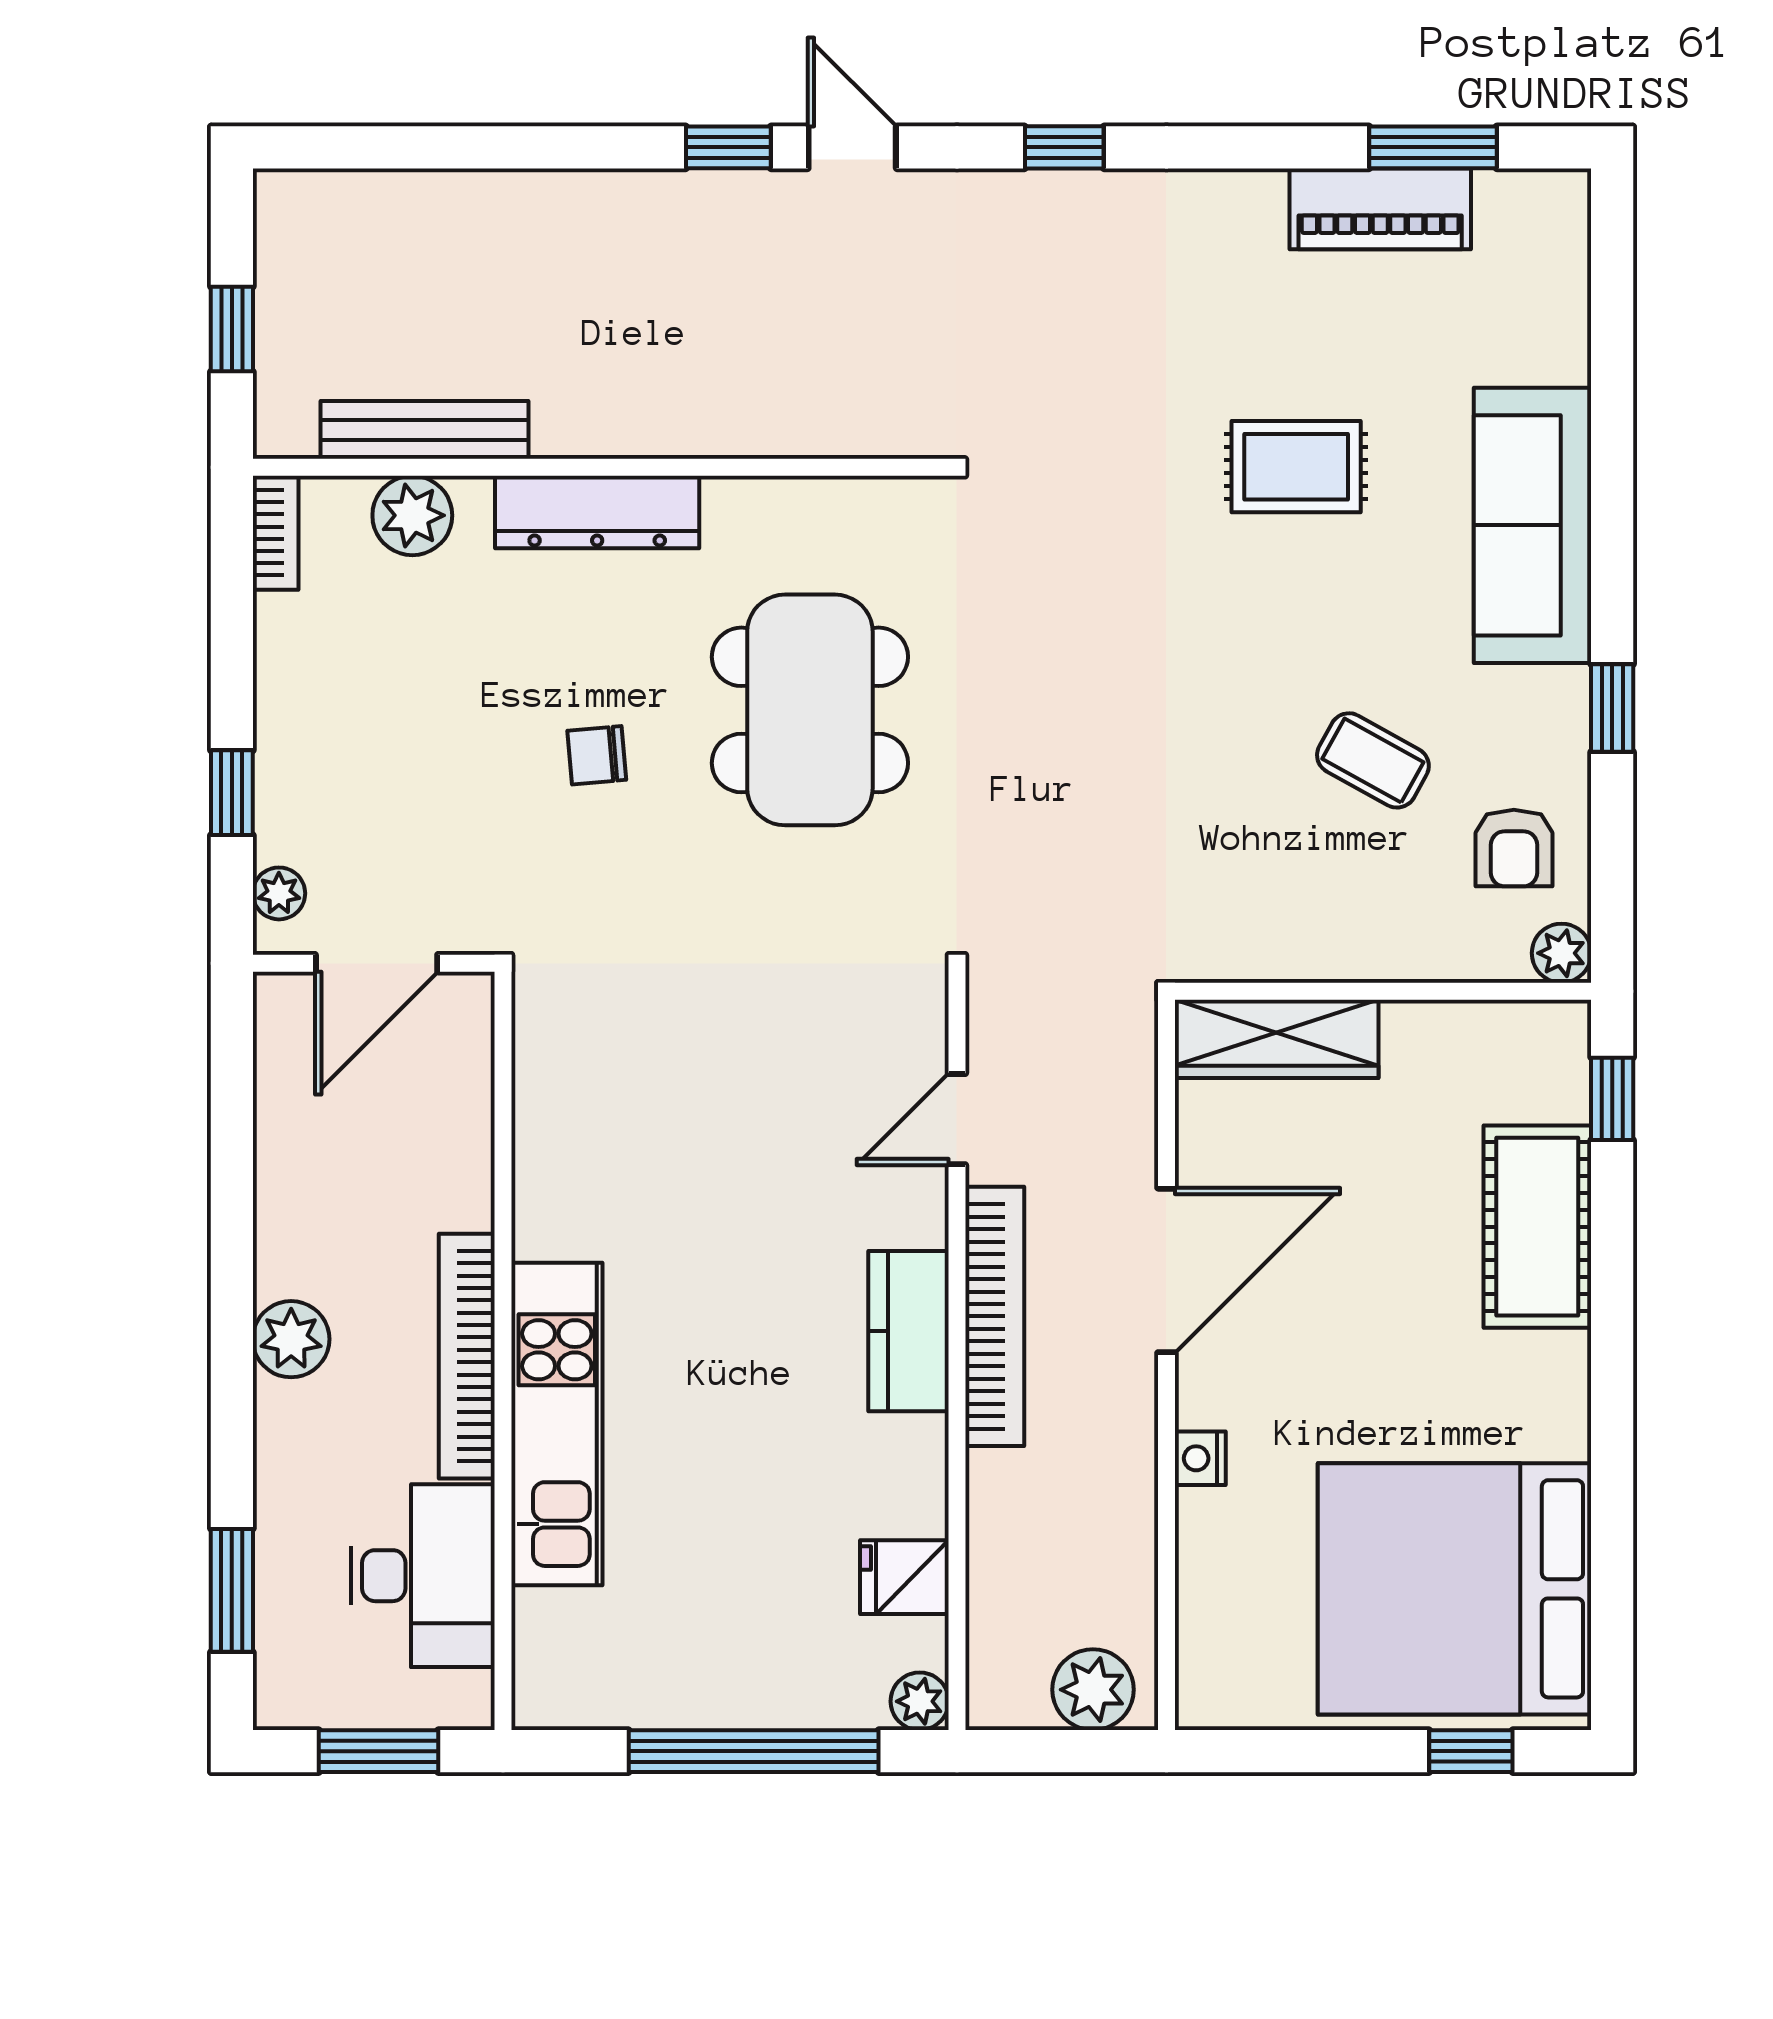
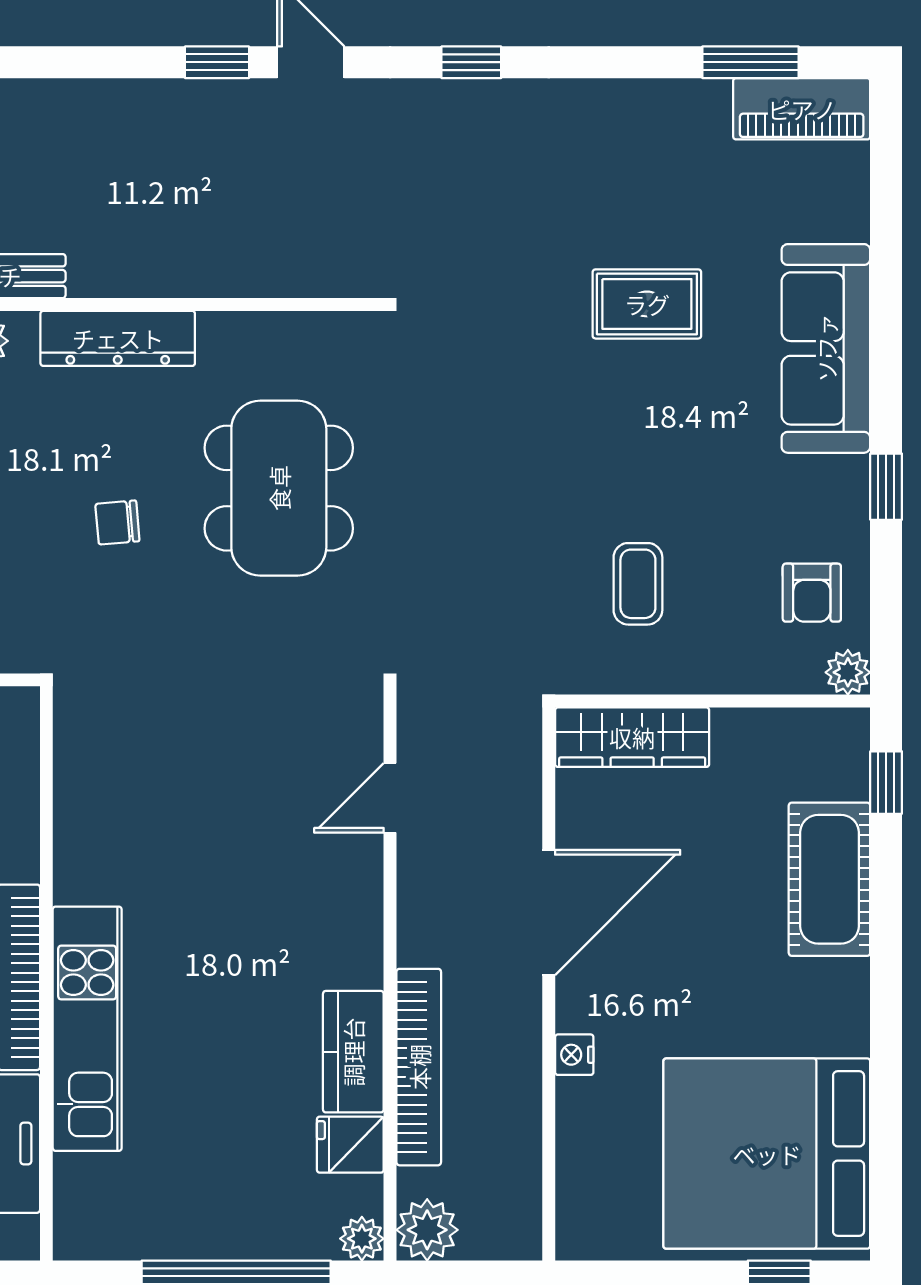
piano: (1380, 209) -> (802, 109), moved
coffee table: (1373, 760) -> (638, 584), moved, turned 61
bookcase: (995, 1316) -> (419, 1067), moved
kitchen counter: (908, 1331) -> (353, 1052), moved
plant: (1093, 1690) -> (427, 1230), moved

